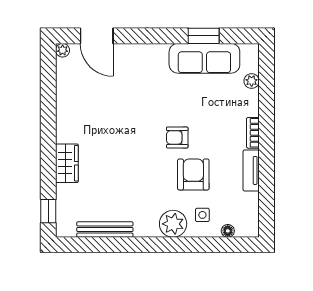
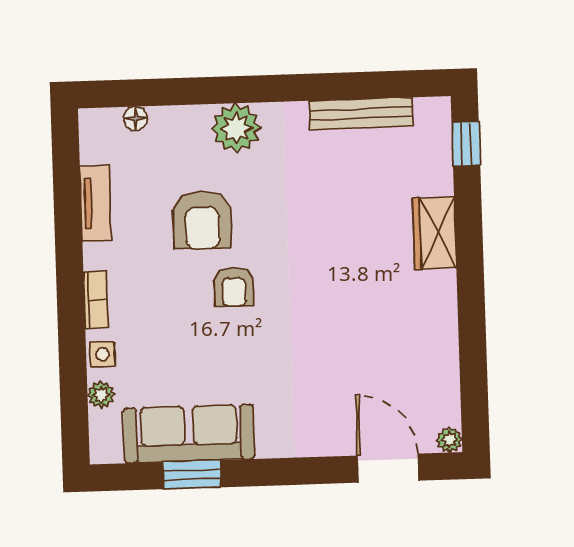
armchair: (177, 137) -> (234, 287), turned 90
tv unit: (251, 170) -> (95, 203), moved
side table: (202, 215) -> (103, 354), moved

